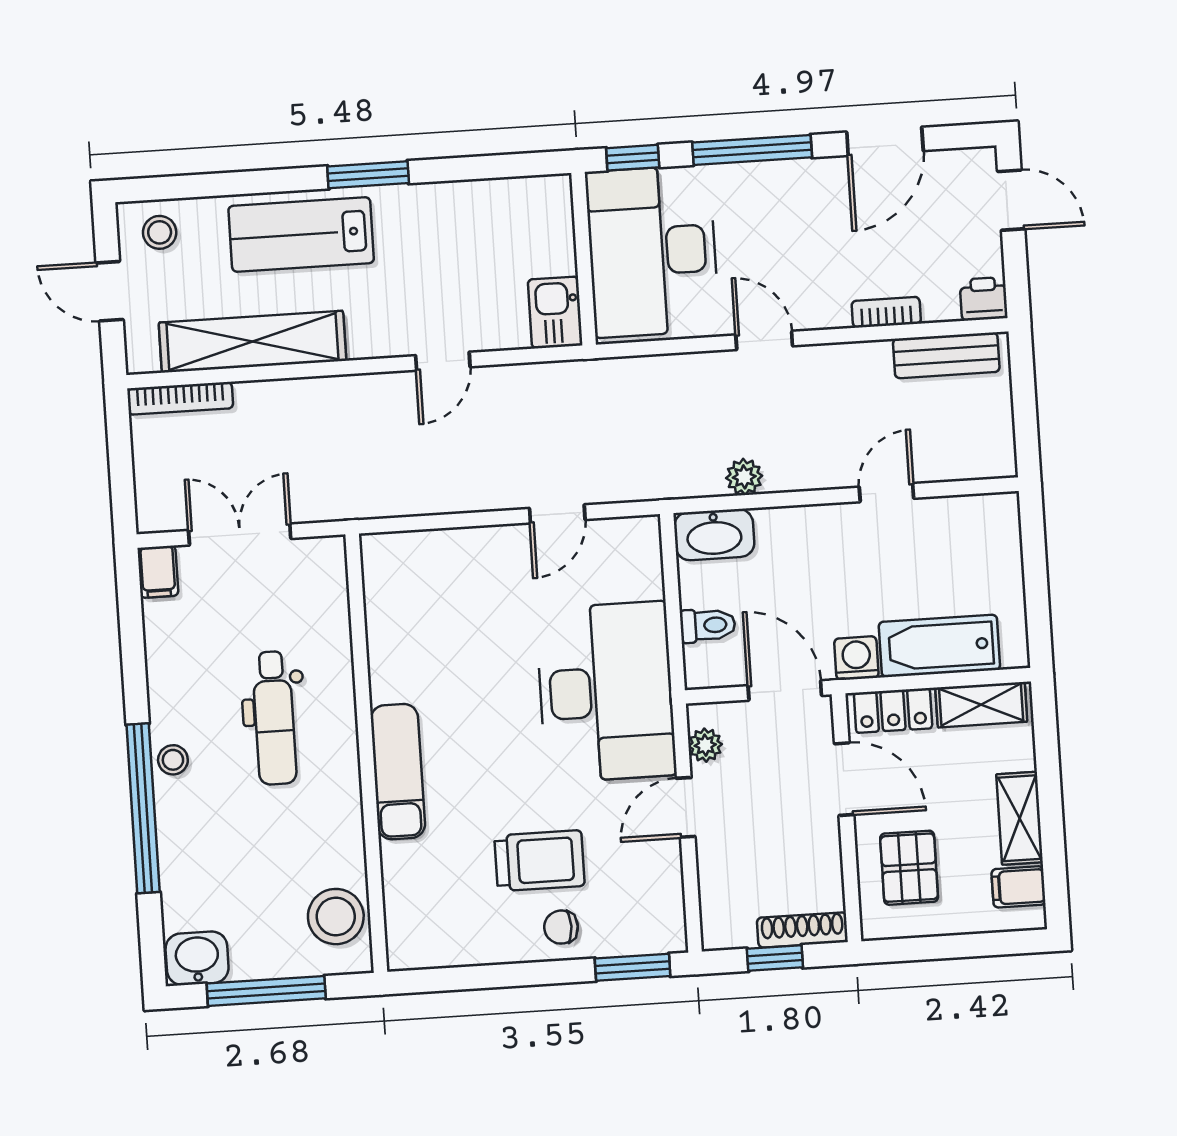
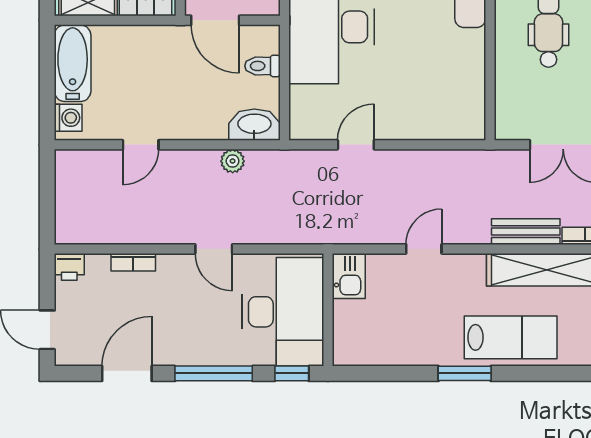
bench: (946, 355) -> (526, 232), moved
bathtub: (939, 646) -> (73, 63), moved, turned -90
washing machine: (856, 658) -> (68, 118), moved, turned -90

